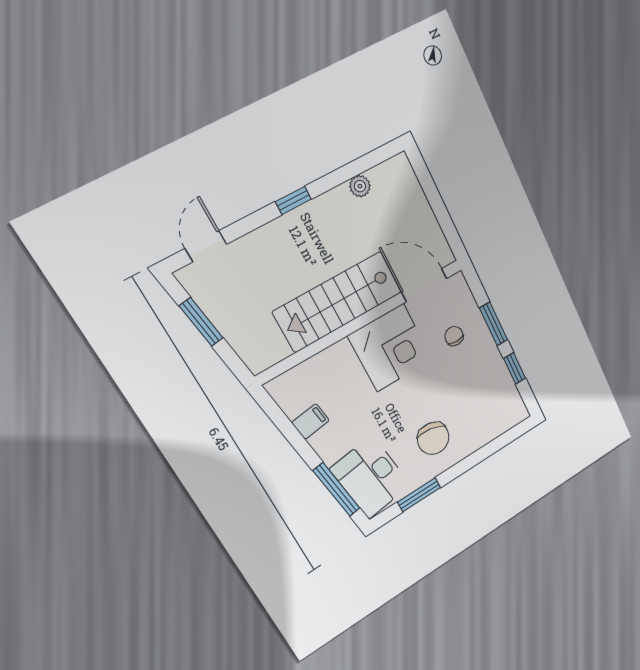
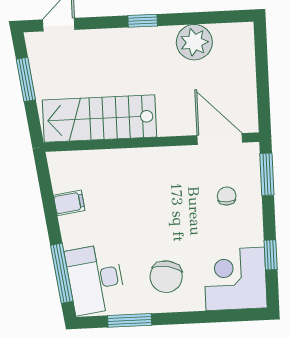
plant: (360, 186) -> (194, 42), width x1.88, depth x1.88
stairs: (338, 302) -> (99, 119), moved
window: (494, 324) -> (267, 174), moved
corner desk: (390, 348) -> (235, 279), moved, turned 180

